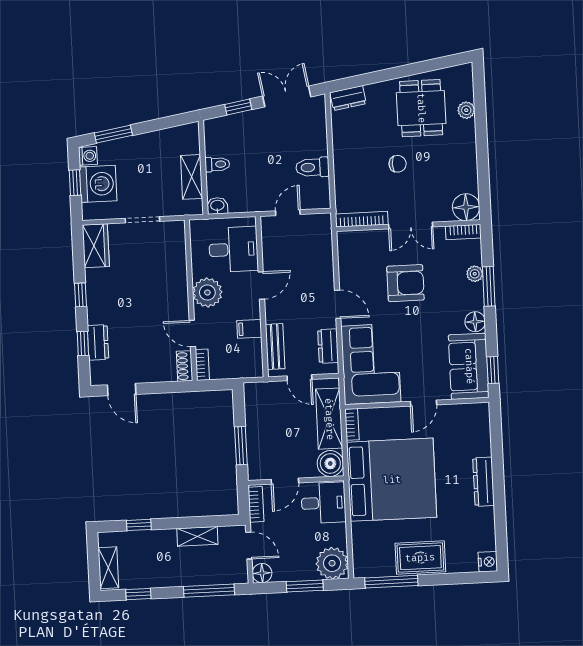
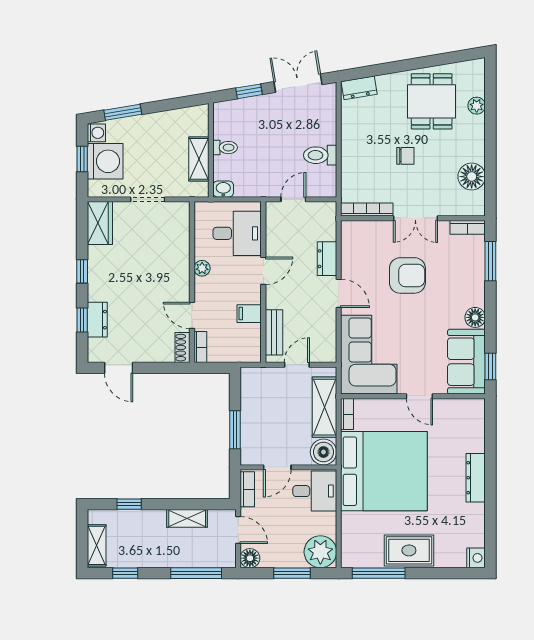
floor lamp: (466, 207) -> (472, 177), moved
plant: (475, 274) -> (477, 270), removed
window: (489, 286) -> (490, 261), moved
plant: (207, 293) -> (202, 268), width x0.53, depth x0.53
dresser: (328, 346) -> (327, 259), moved
door: (299, 378) -> (297, 365), swing flipped
door: (423, 403) -> (419, 396), hinge flipped

